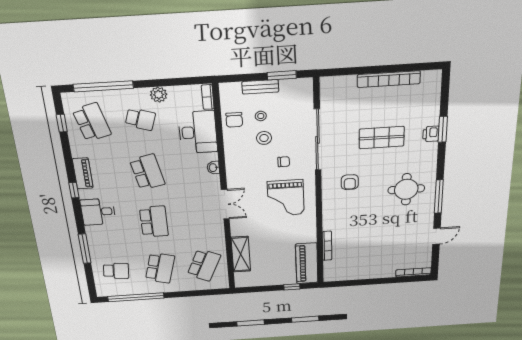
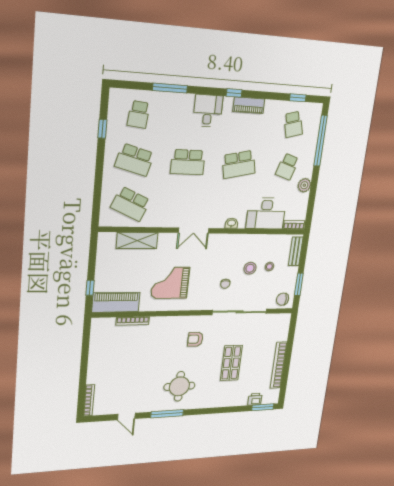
bench: (260, 87) -> (296, 251), moved
chair: (234, 120) -> (283, 299), moved
school desk: (92, 122) -> (293, 124), width x0.54
window: (443, 129) -> (263, 407), moved
printer: (431, 134) -> (255, 399), moved
grand piano: (286, 198) -> (170, 283), moved
window: (136, 297) -> (102, 129), width x0.32

